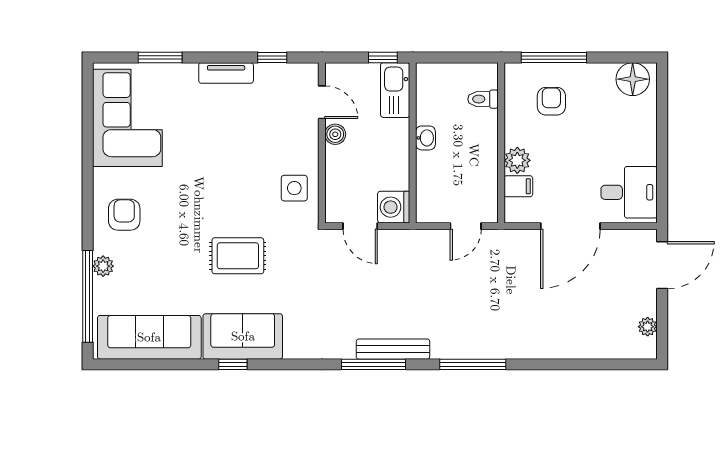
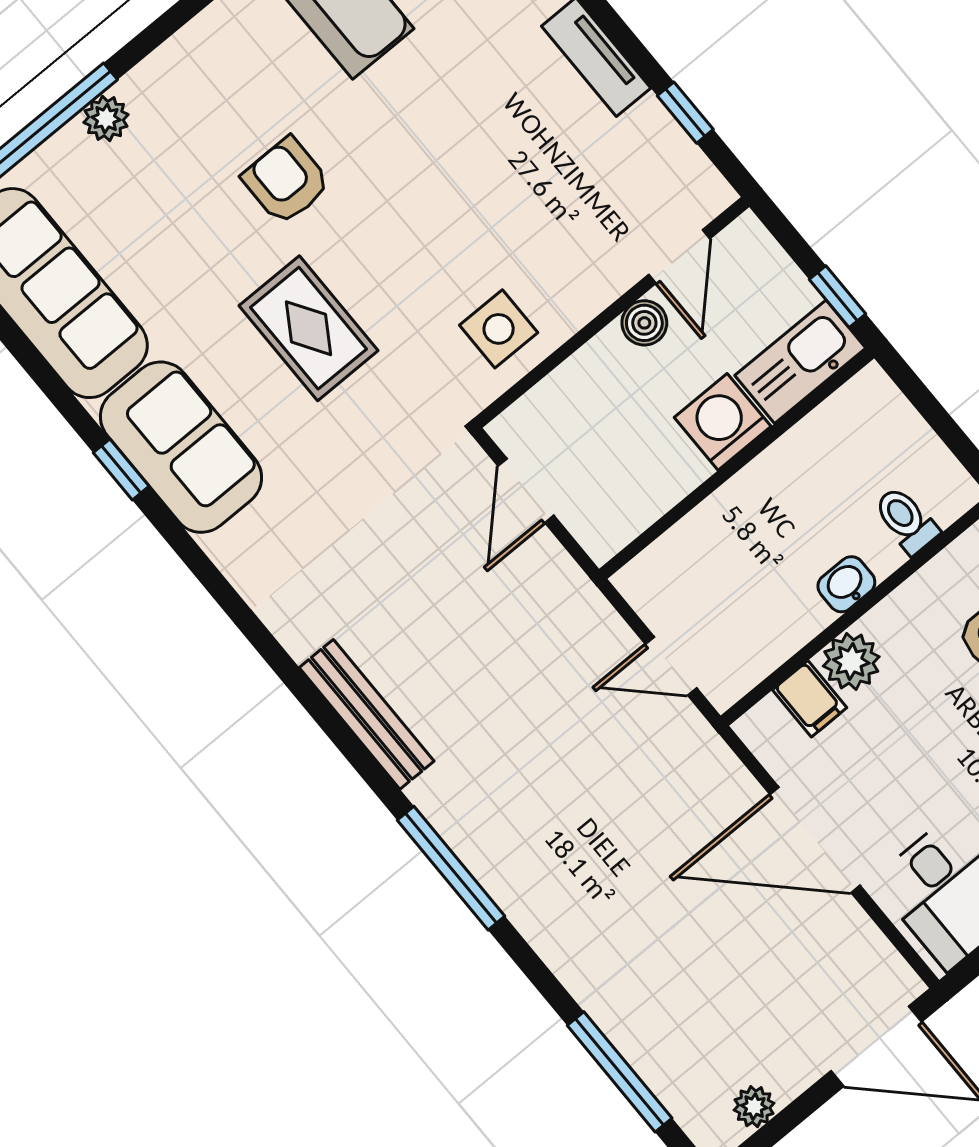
washbasin: (426, 138) -> (846, 584), moved, turned 180
washing machine: (394, 207) -> (723, 422), moved
armchair: (124, 215) -> (286, 181), moved, turned -90
window: (374, 364) -> (620, 1072), moved

